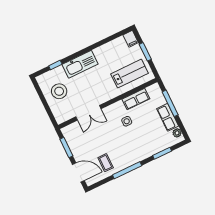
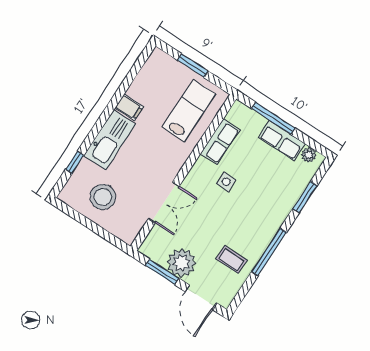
filing cabinet: (131, 39) -> (129, 107), moved
plant: (79, 149) -> (181, 263), added
door: (78, 172) -> (201, 297), swing flipped

